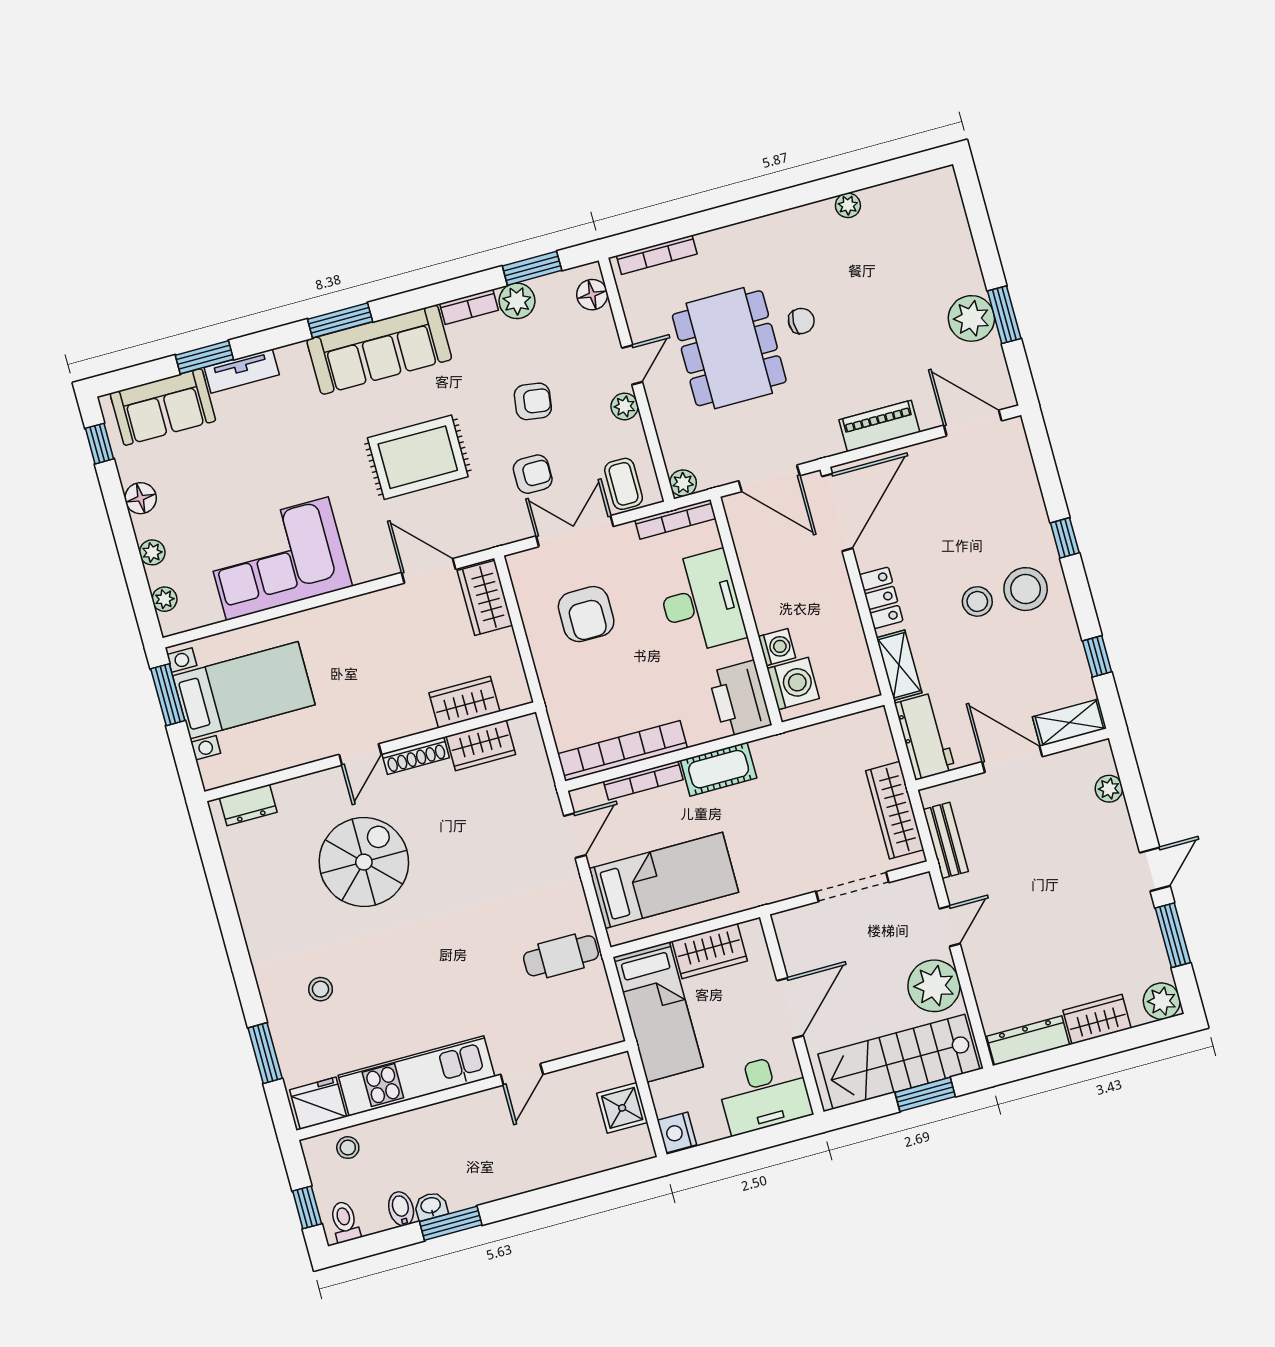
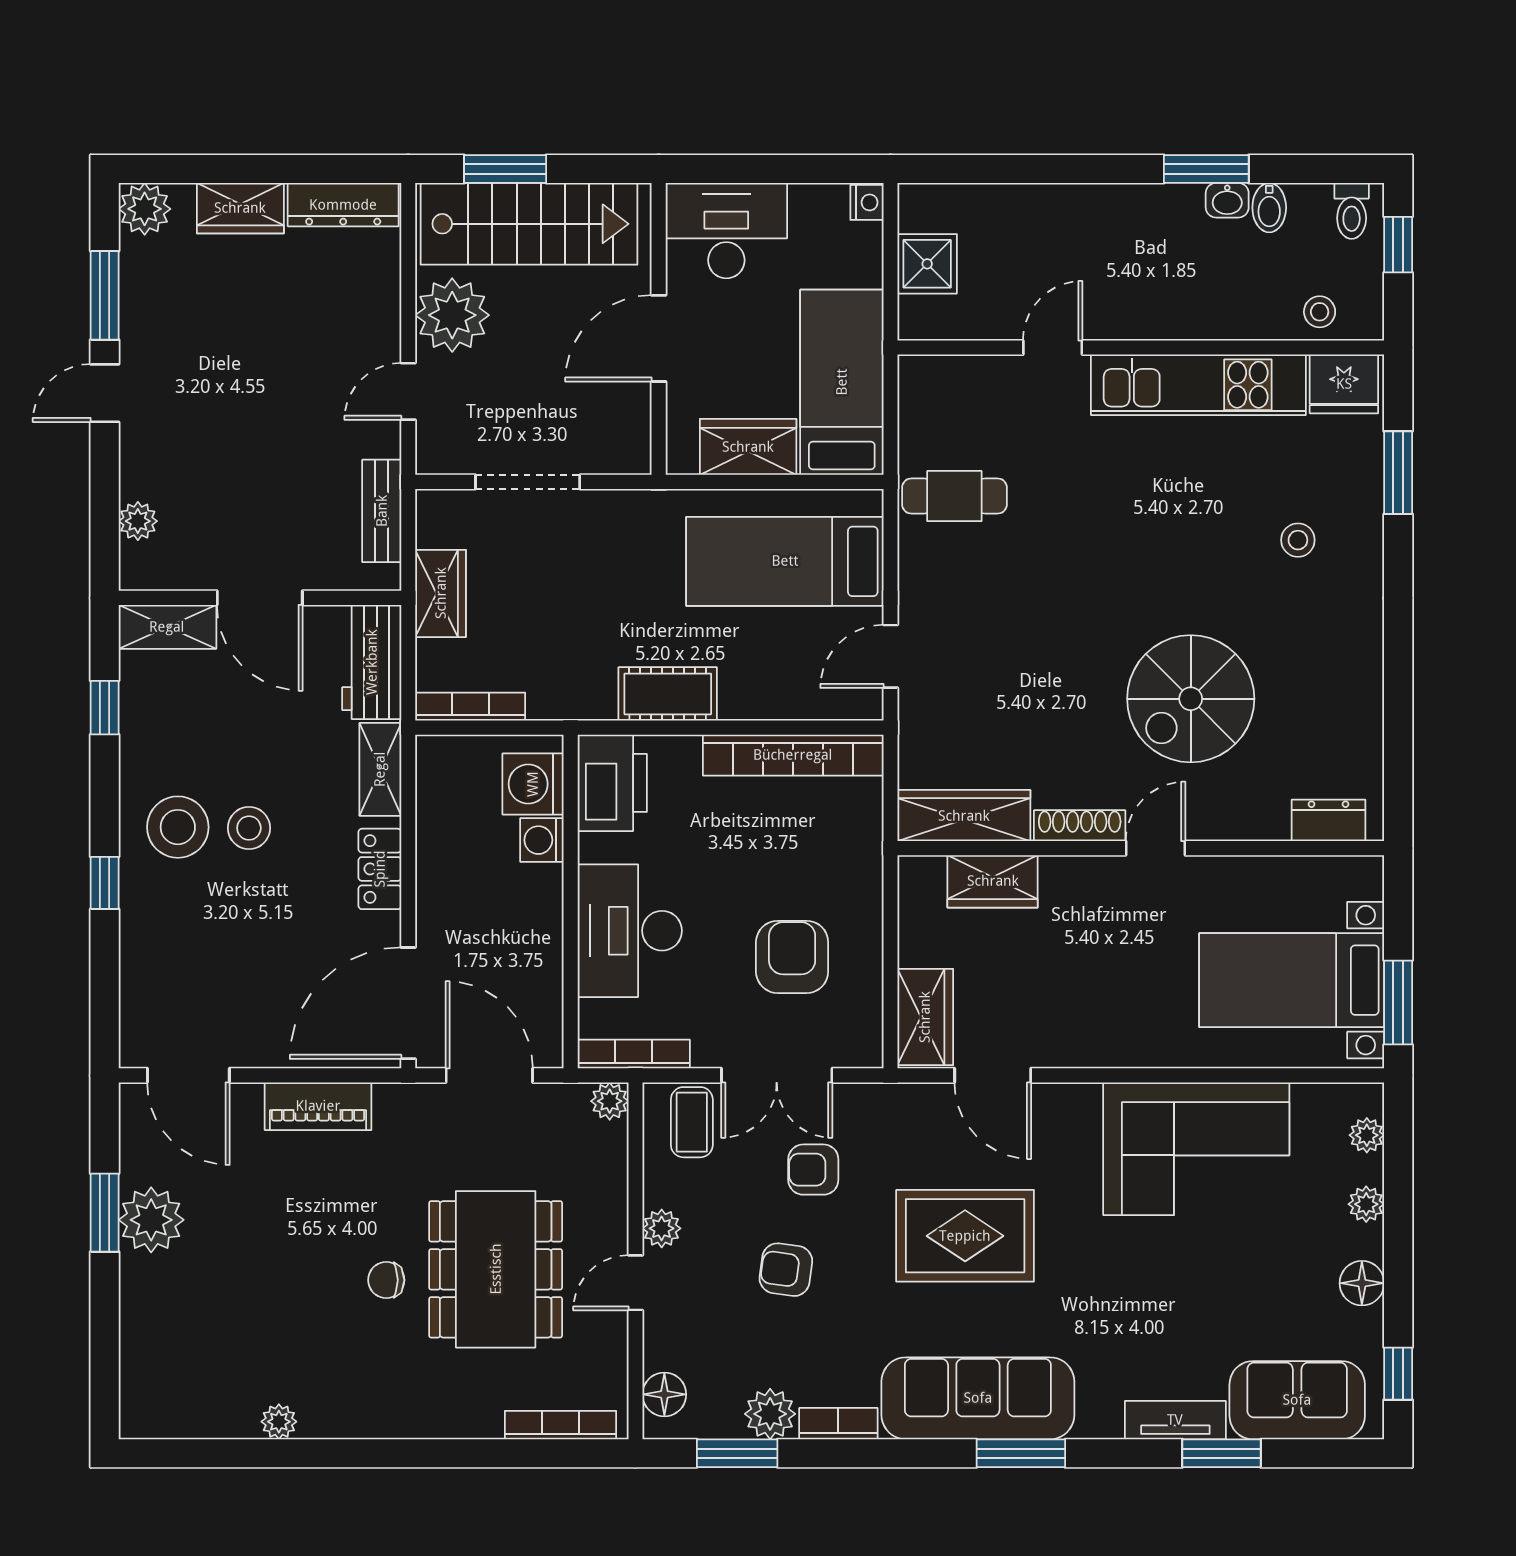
wardrobe: (481, 745) -> (964, 816), width x1.50
bookcase: (643, 780) -> (470, 707), moved
wardrobe: (895, 810) -> (441, 593), width x0.67
nightstand: (677, 1133) -> (867, 202), width x0.72, depth x0.74

